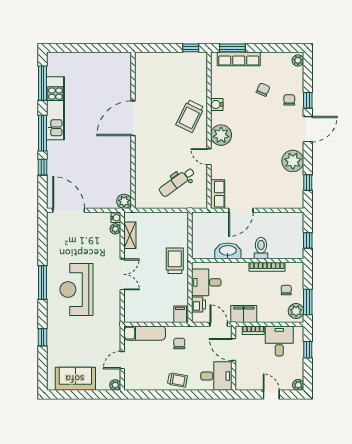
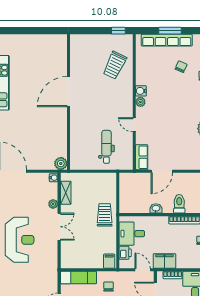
window: (232, 48) -> (170, 31), moved
row of seats: (239, 59) -> (167, 40), width x1.36
water cooler: (217, 104) -> (141, 91), moved
trolley: (190, 116) -> (115, 65), moved
plant: (221, 135) -> (140, 102), width x0.53, depth x0.53
dental chair: (177, 182) -> (106, 147), turned 126
plant: (115, 229) -> (53, 204), moved
washbasin: (228, 251) -> (156, 208), width x0.52, depth x0.69
reception desk: (76, 290) -> (20, 240), turned 180

